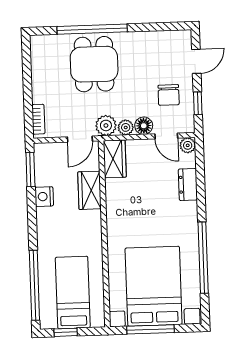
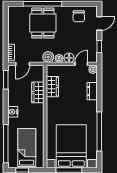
chair: (169, 95) -> (79, 16), moved
door: (166, 136) -> (81, 64), swing flipped
door: (80, 139) -> (23, 64), moved
wardrobe: (115, 159) -> (52, 87), moved
nightstand: (44, 197) -> (13, 112), moved

